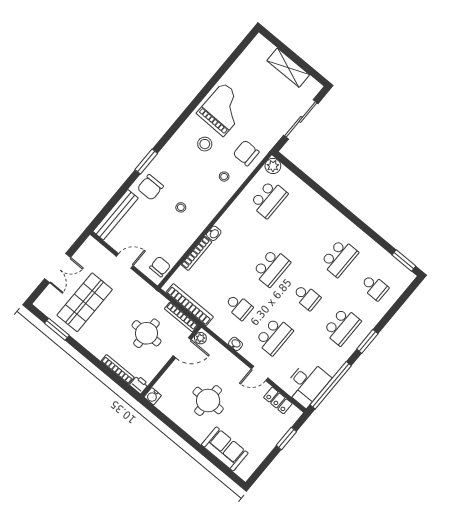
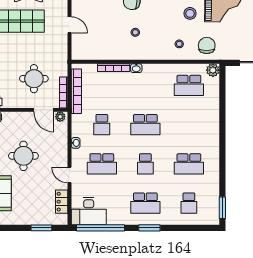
chair: (160, 267) -> (85, 51), removed

